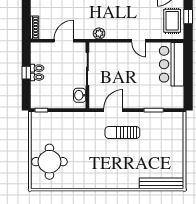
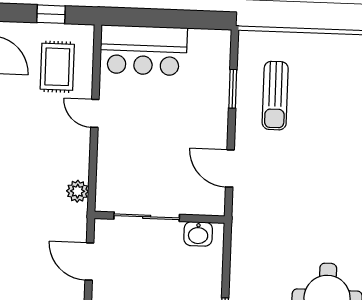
rug: (172, 21) -> (57, 67), moved, turned 90
door: (139, 41) -> (95, 113), swing flipped
sun lounger: (122, 132) -> (275, 96), moved

